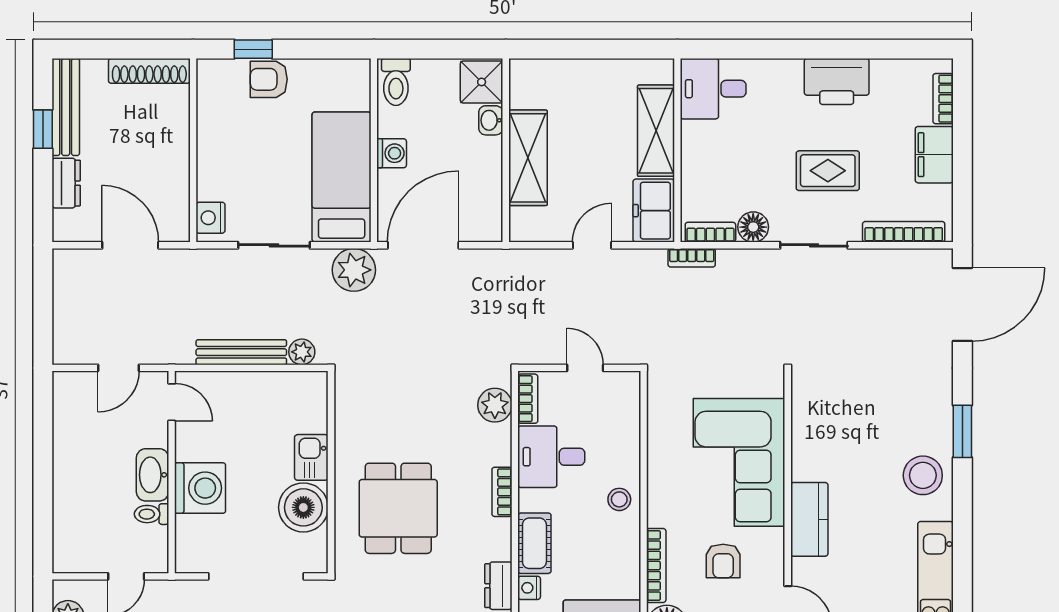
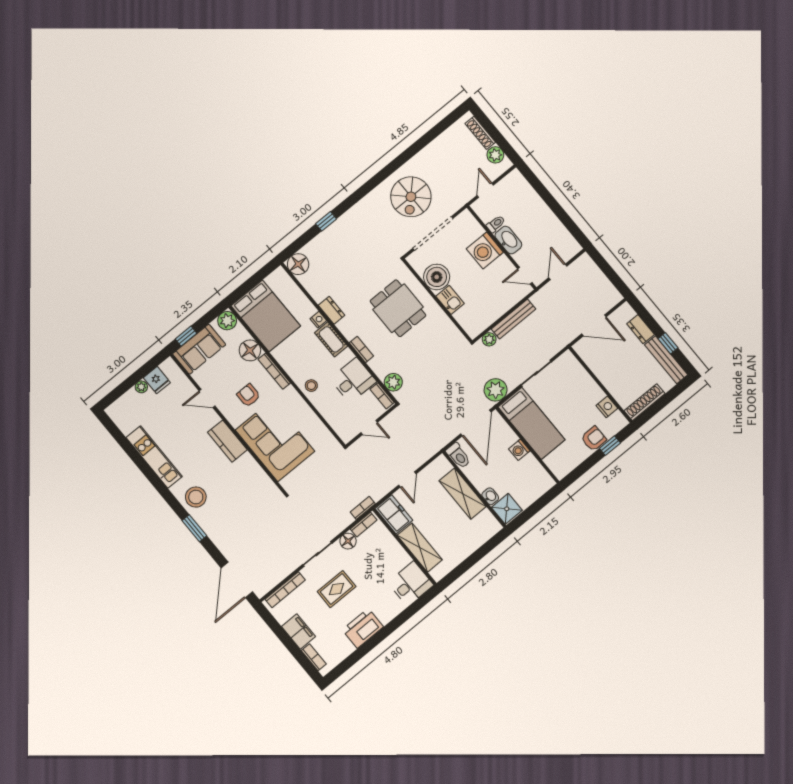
toilet: (396, 82) -> (458, 456), moved, turned 180
nightstand: (210, 218) -> (607, 407), moved

